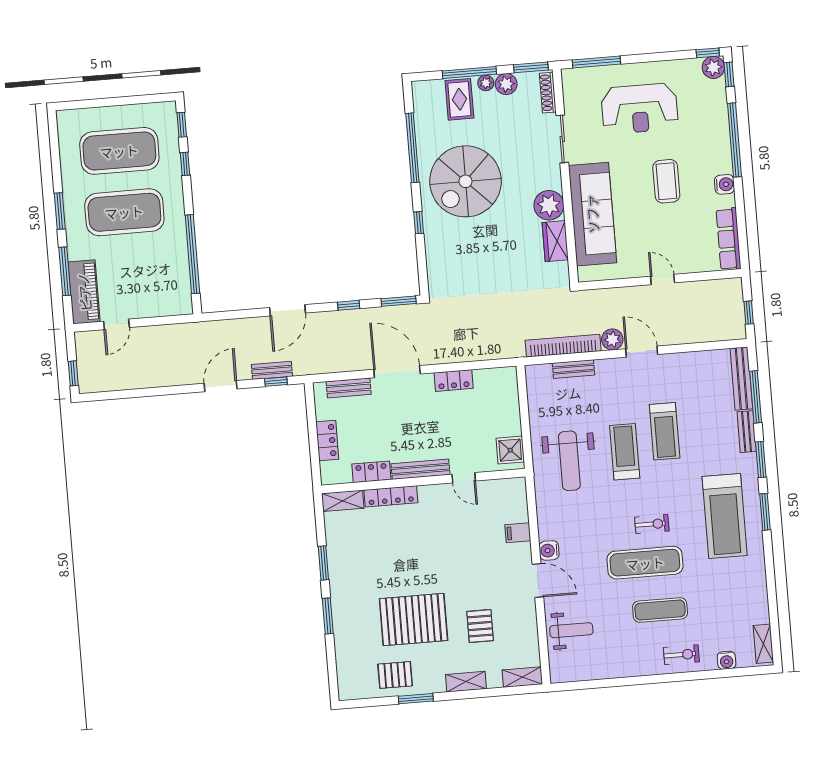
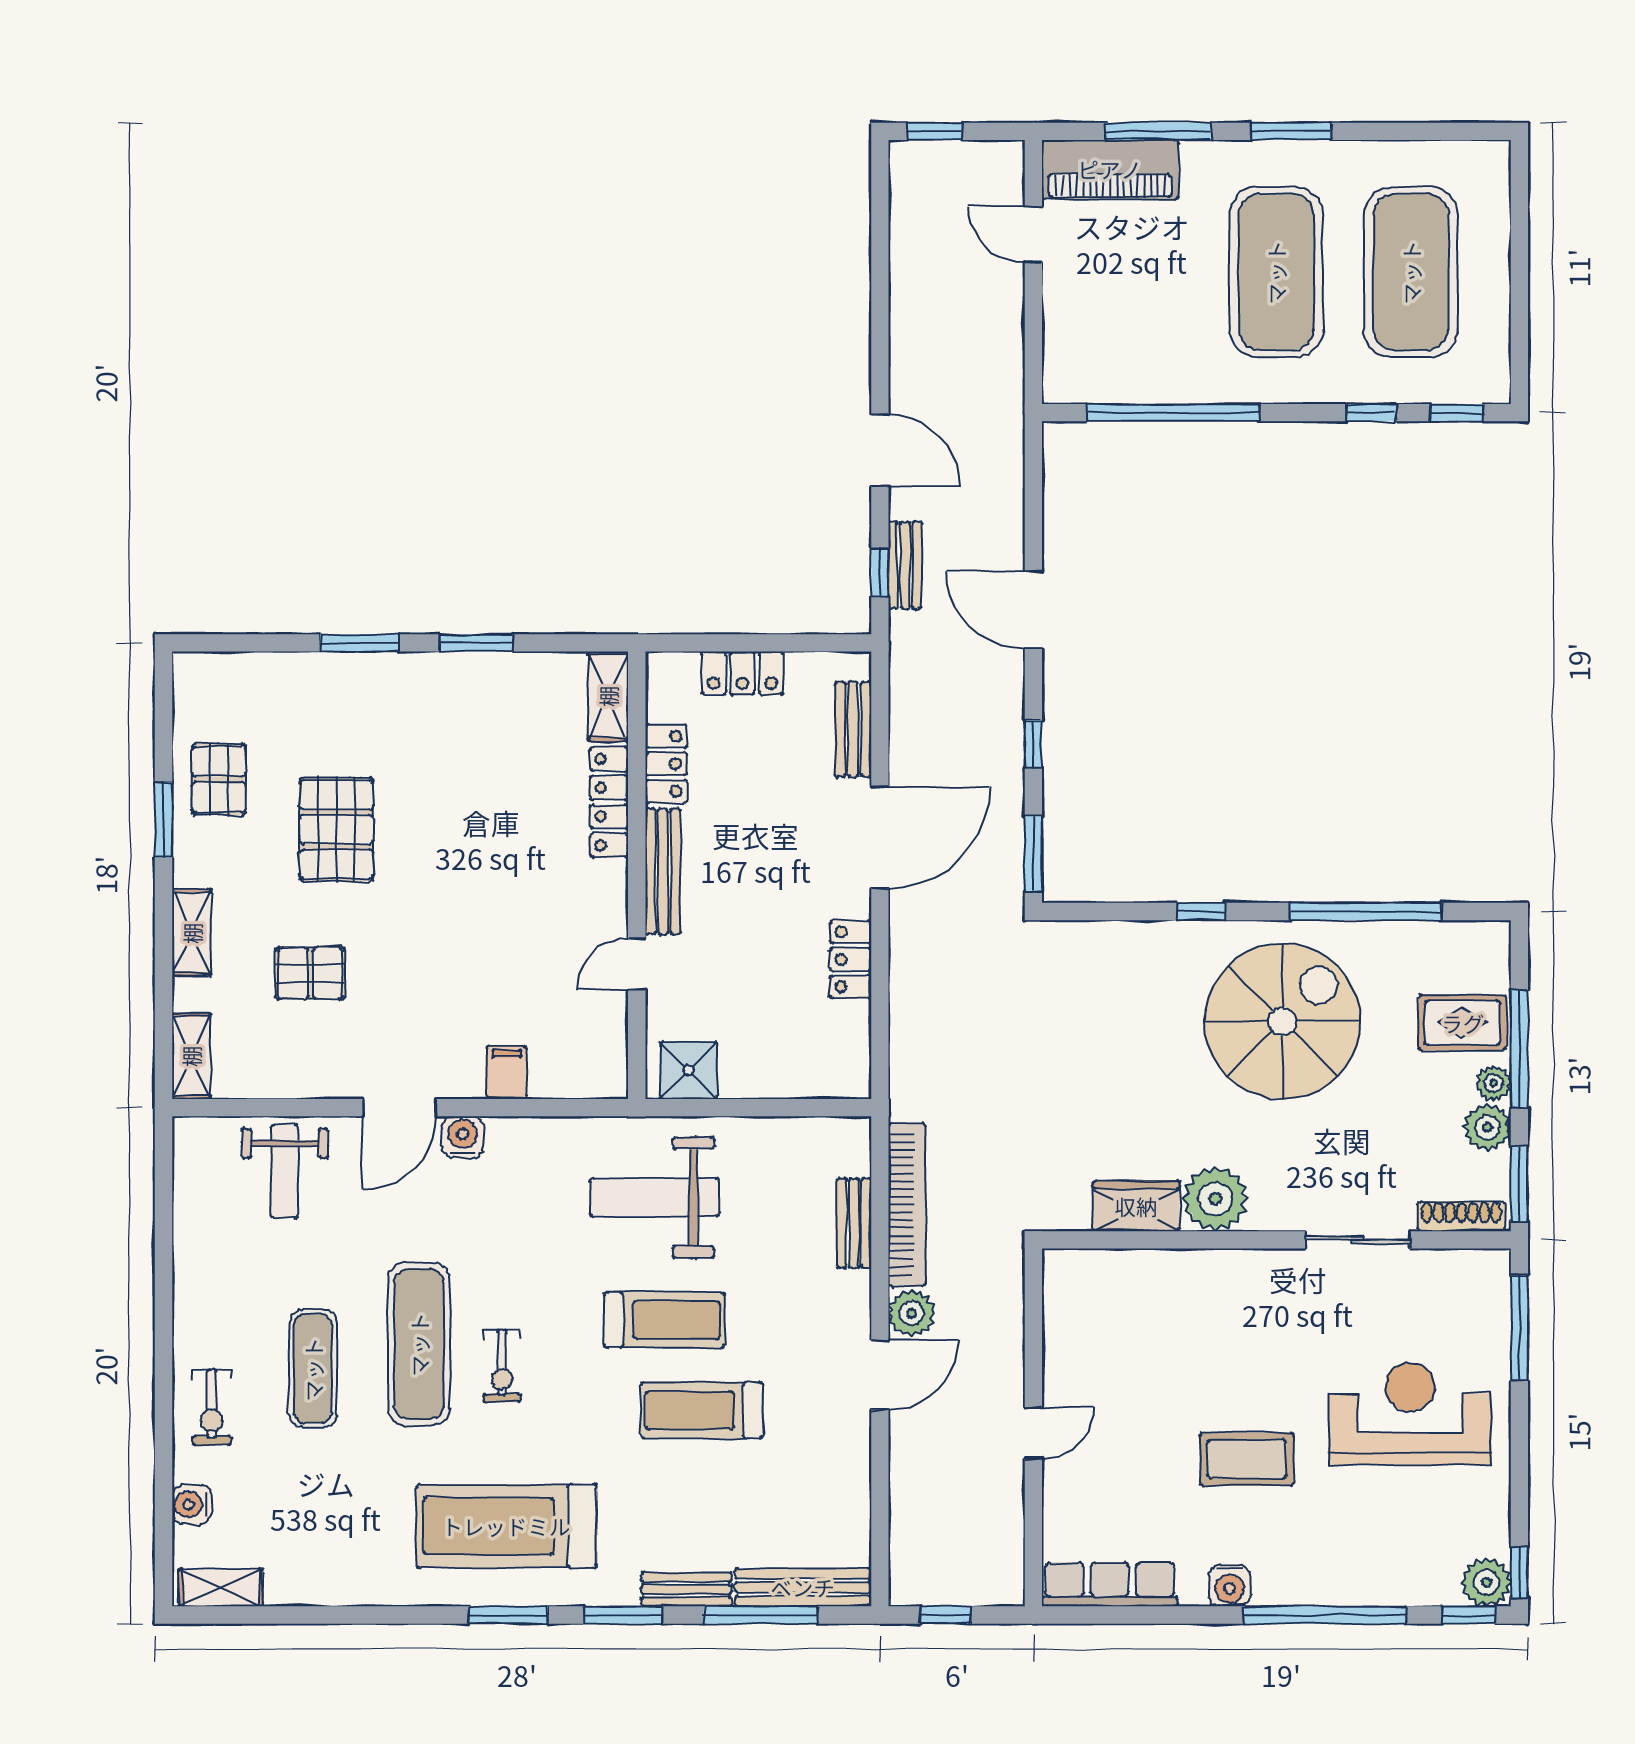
reception desk: (640, 109) -> (1410, 1414), turned 90
spiral stairs: (465, 181) -> (1283, 1021), turned 90
sofa: (592, 214) -> (1188, 1292), removed
pallet: (414, 620) -> (336, 829), width x0.73, depth x0.71

